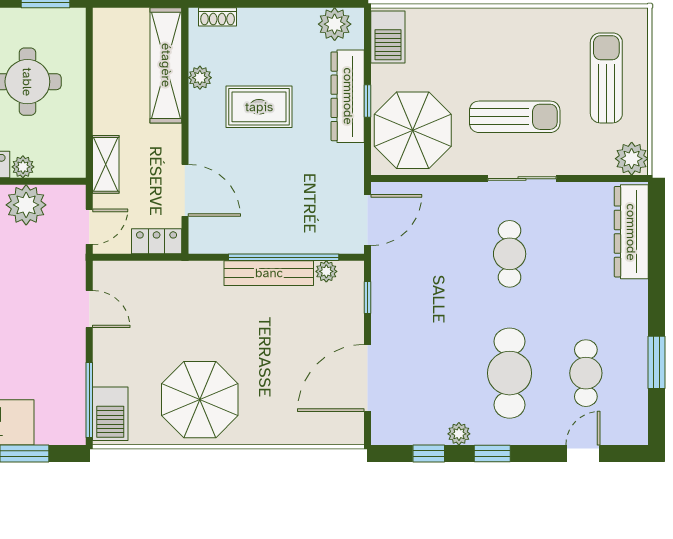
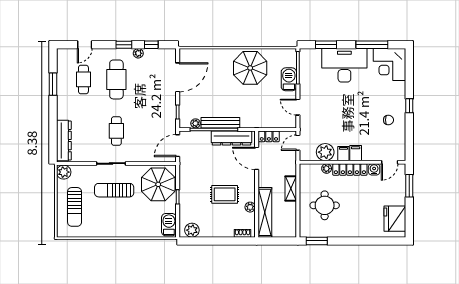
dresser: (348, 96) -> (232, 138), moved, turned 90
shelving: (106, 164) -> (291, 188), moved
barbecue: (110, 414) -> (289, 79), moved

